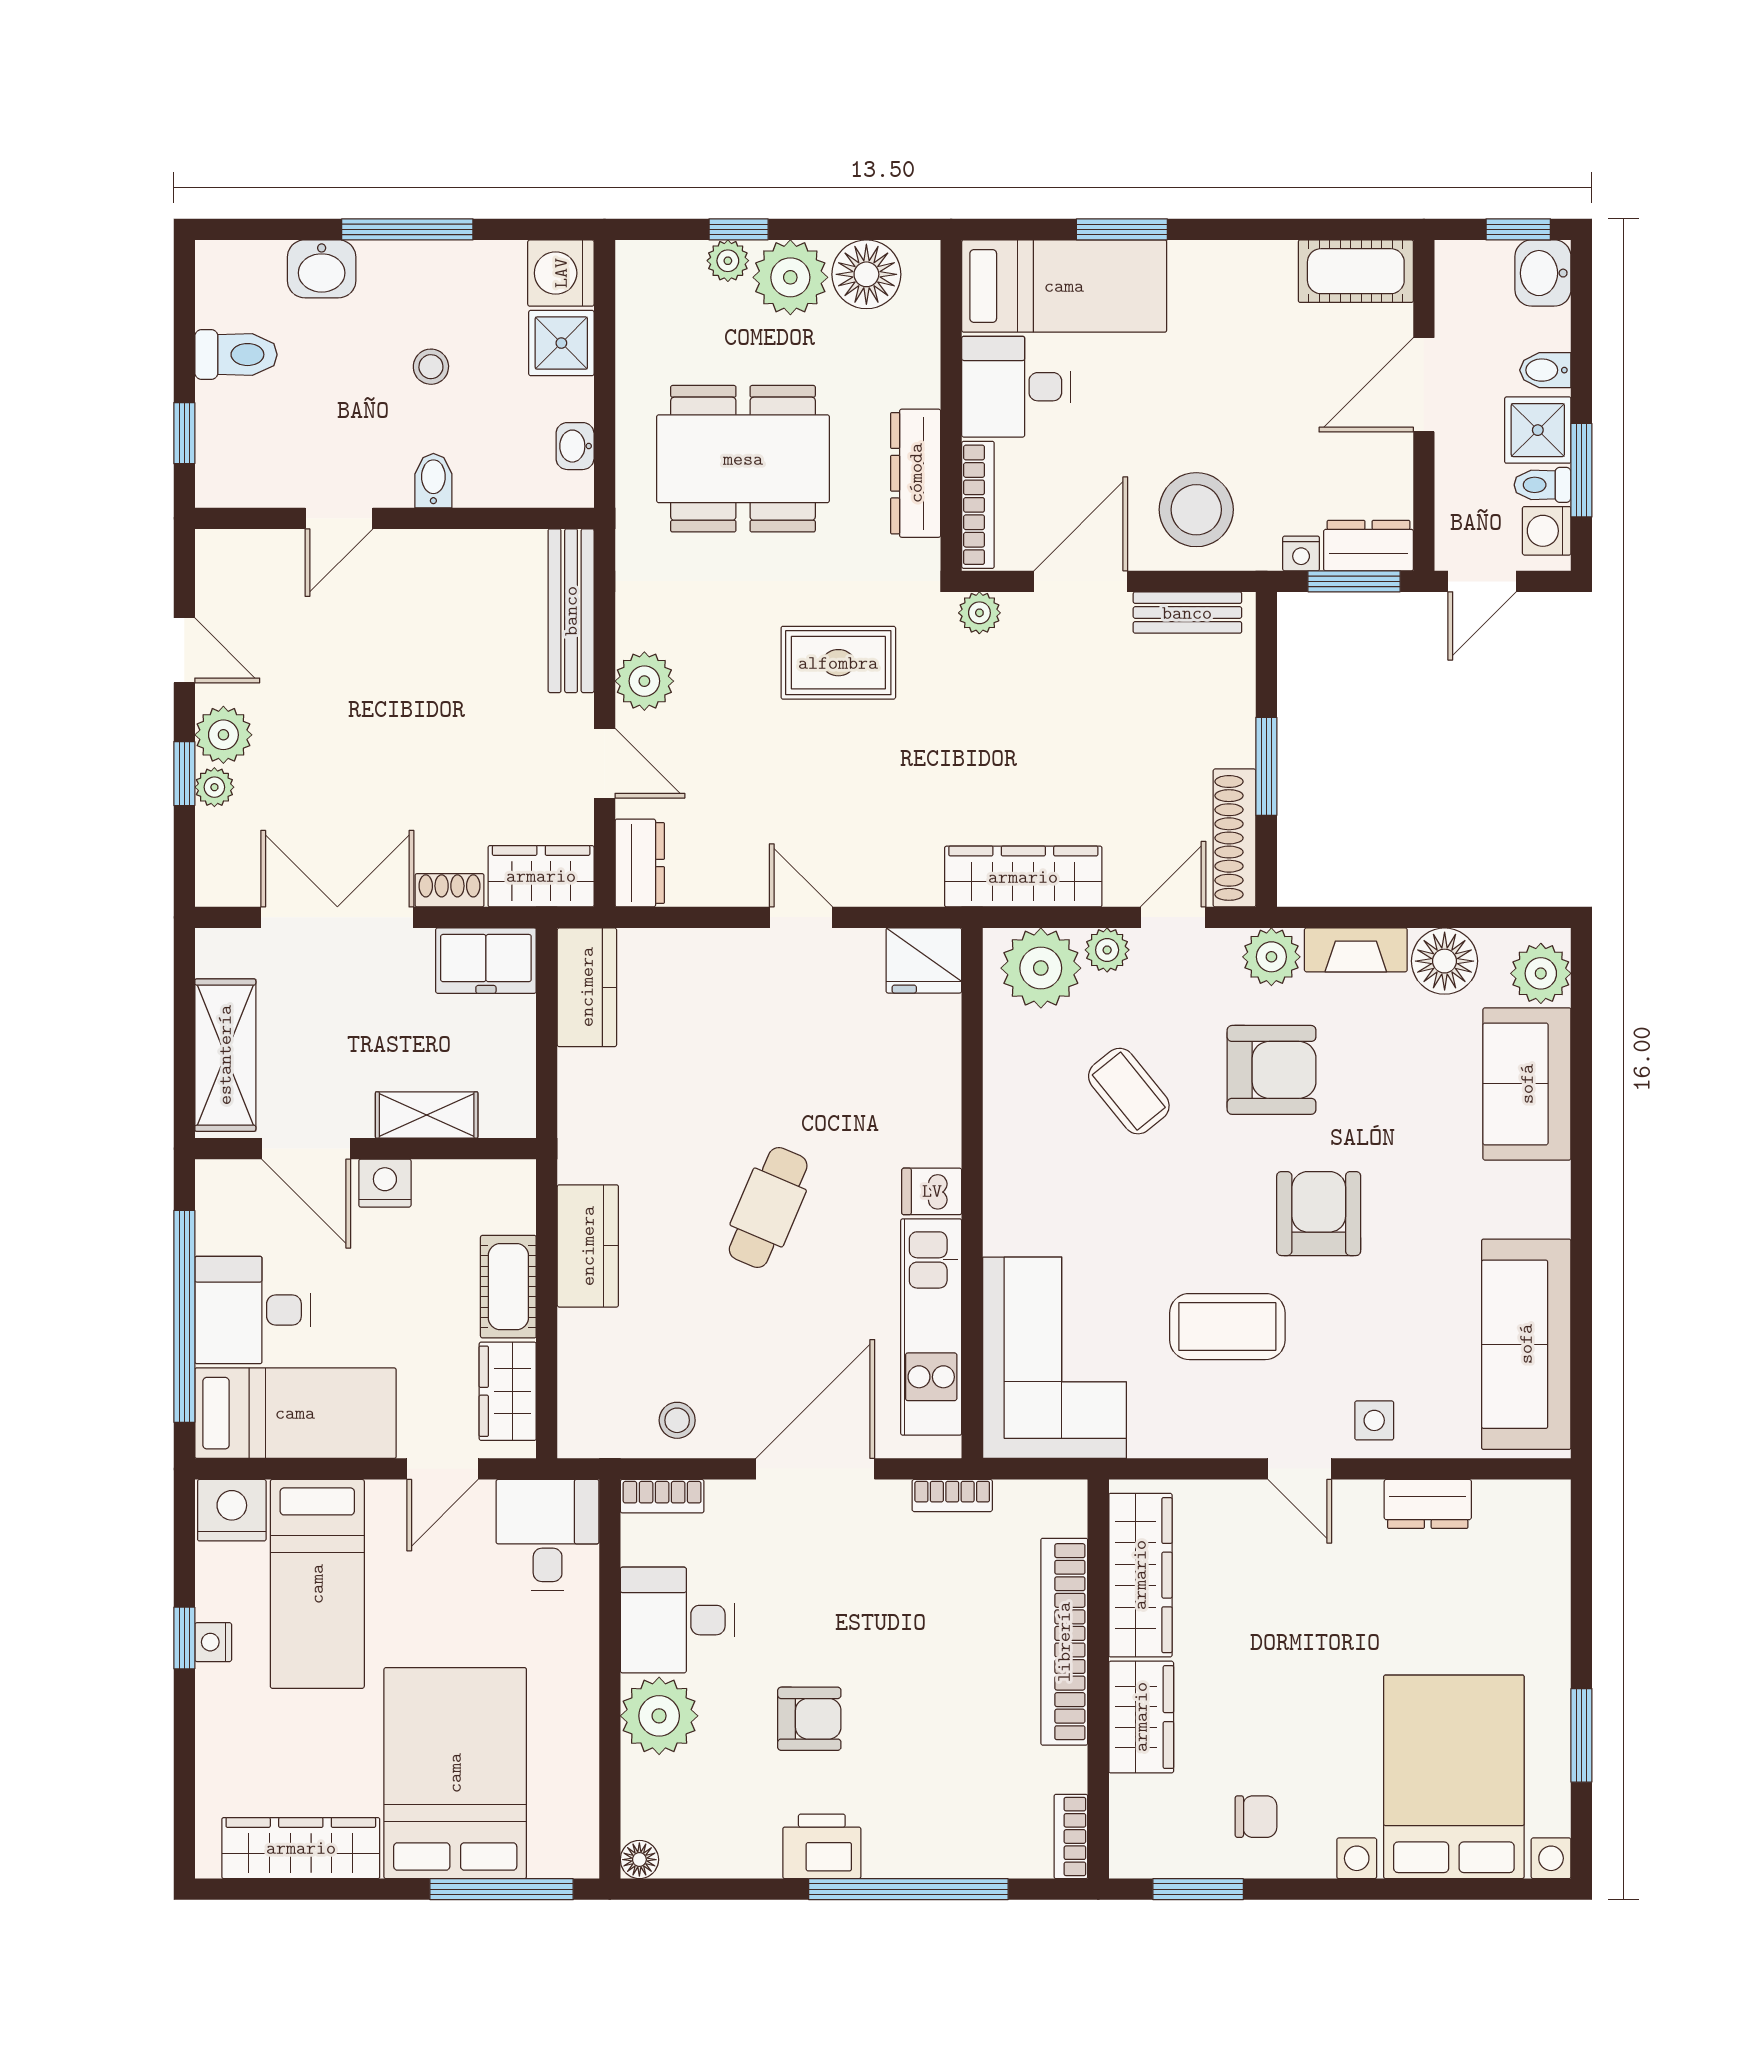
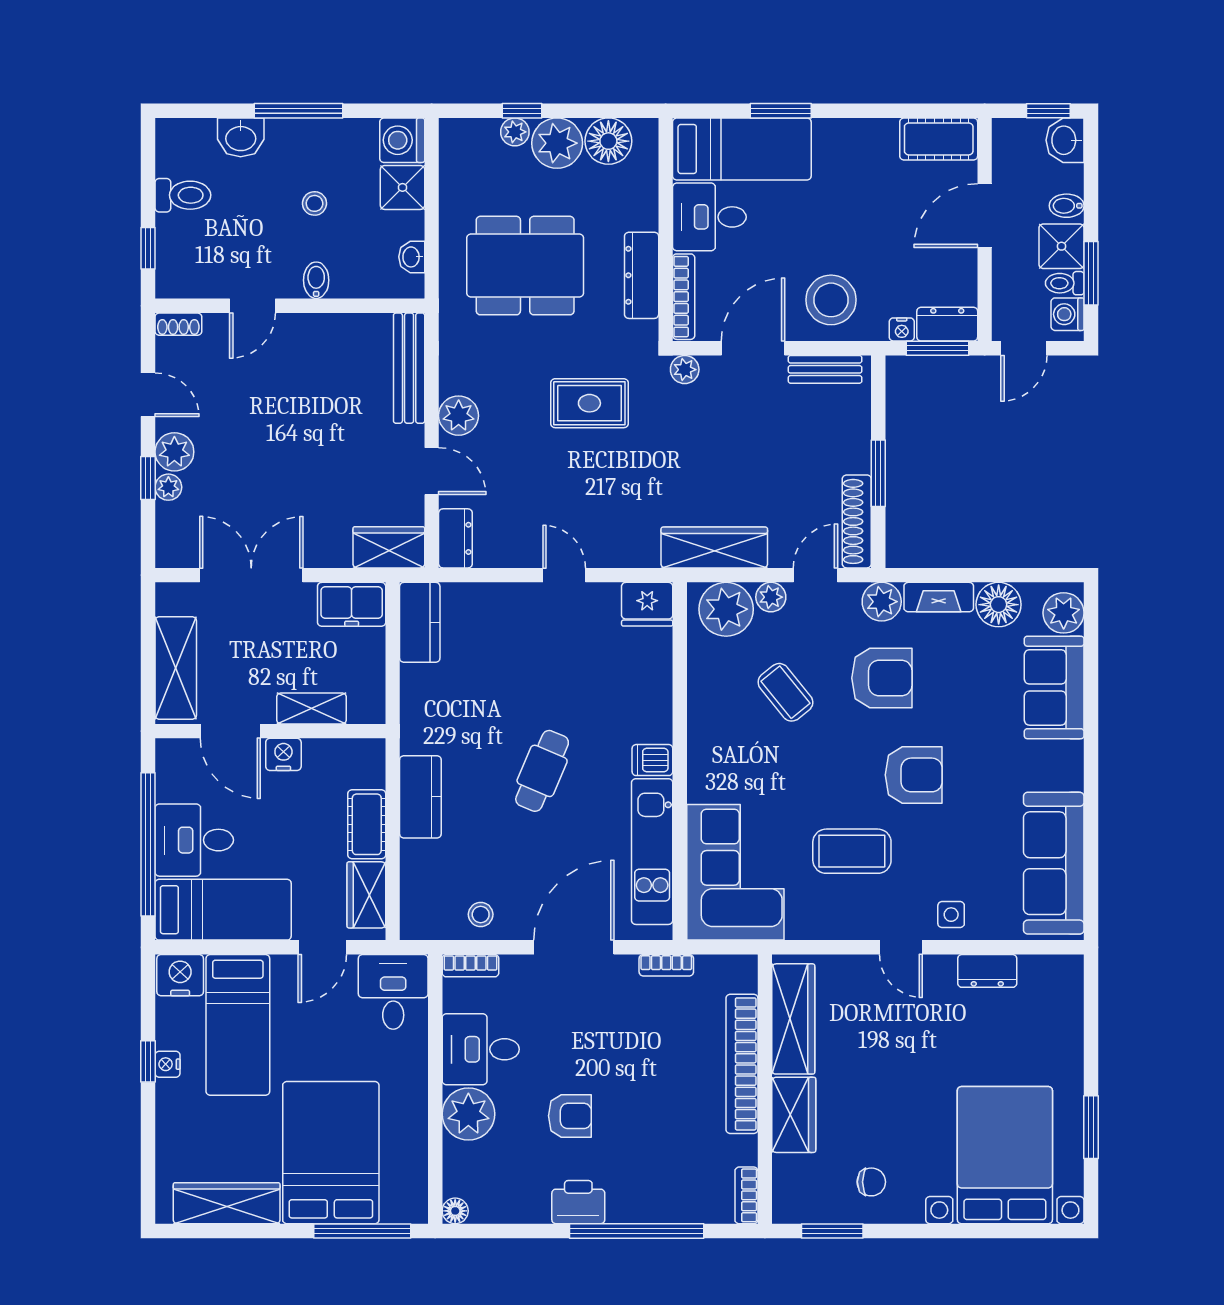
shoe rack: (450, 890) -> (178, 324), moved, turned 180
armchair: (1319, 1214) -> (914, 775), turned 90

